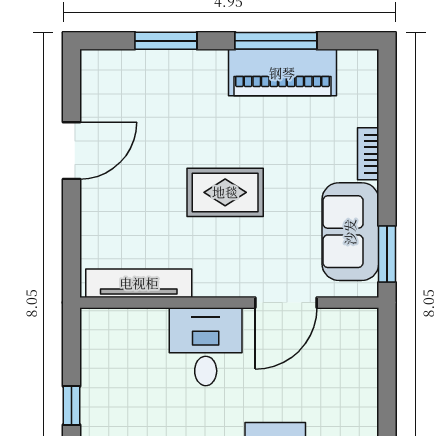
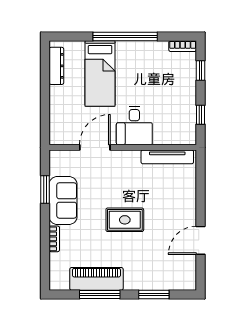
tv unit: (139, 283) -> (167, 157), moved
wall: (229, 303) -> (123, 147), moved
door: (286, 303) -> (95, 147), moved
desk: (206, 347) -> (134, 126), moved

